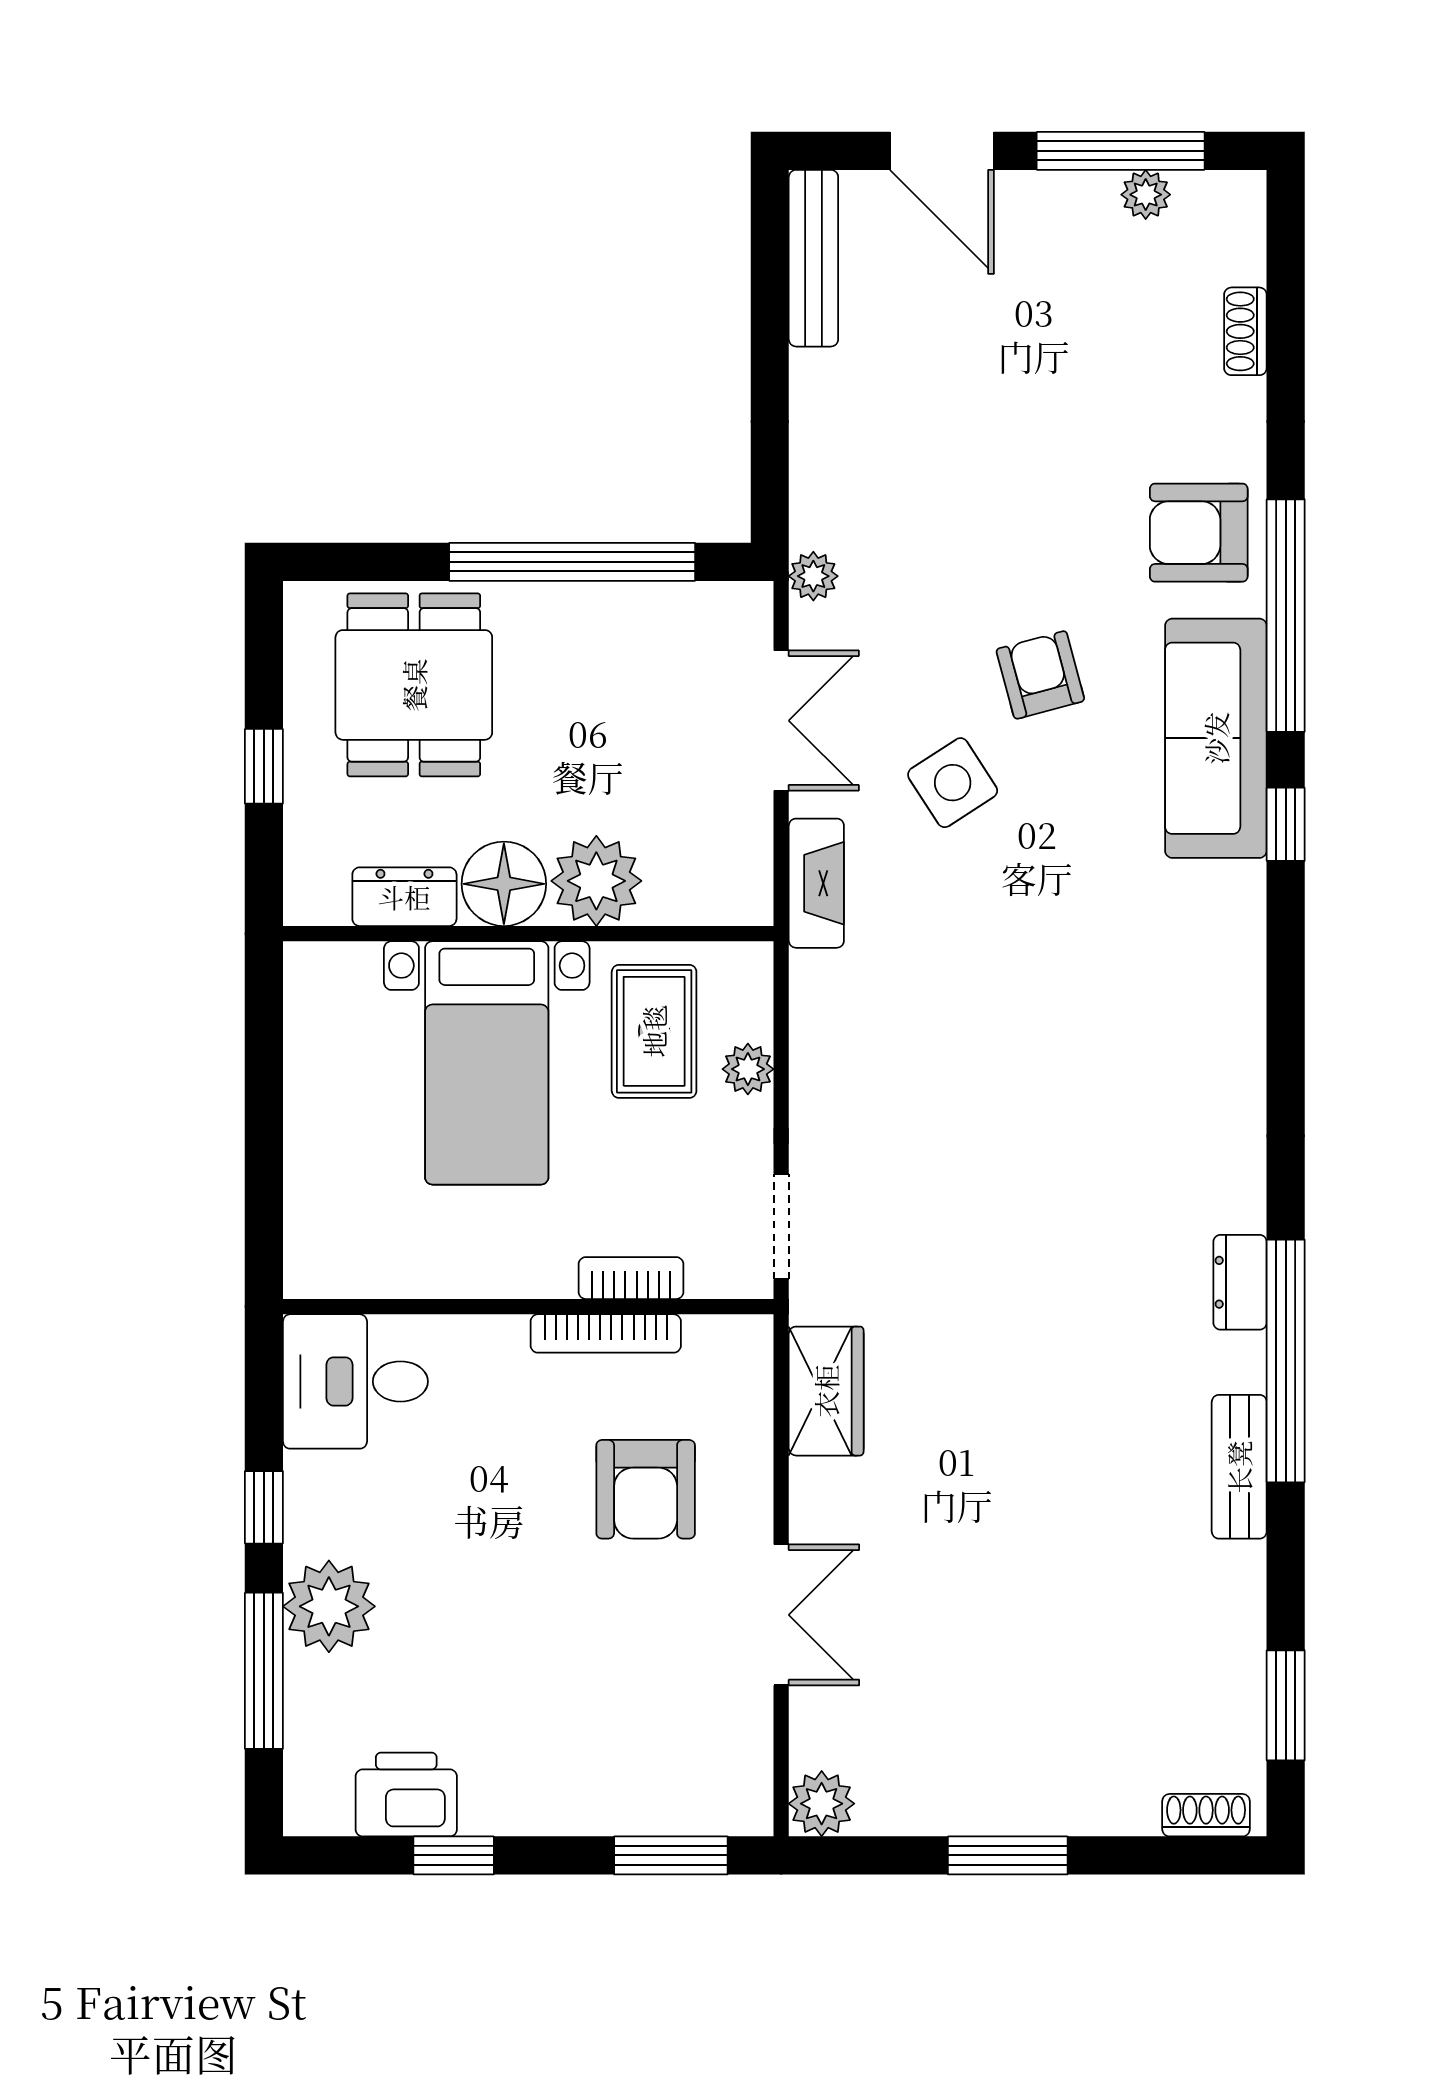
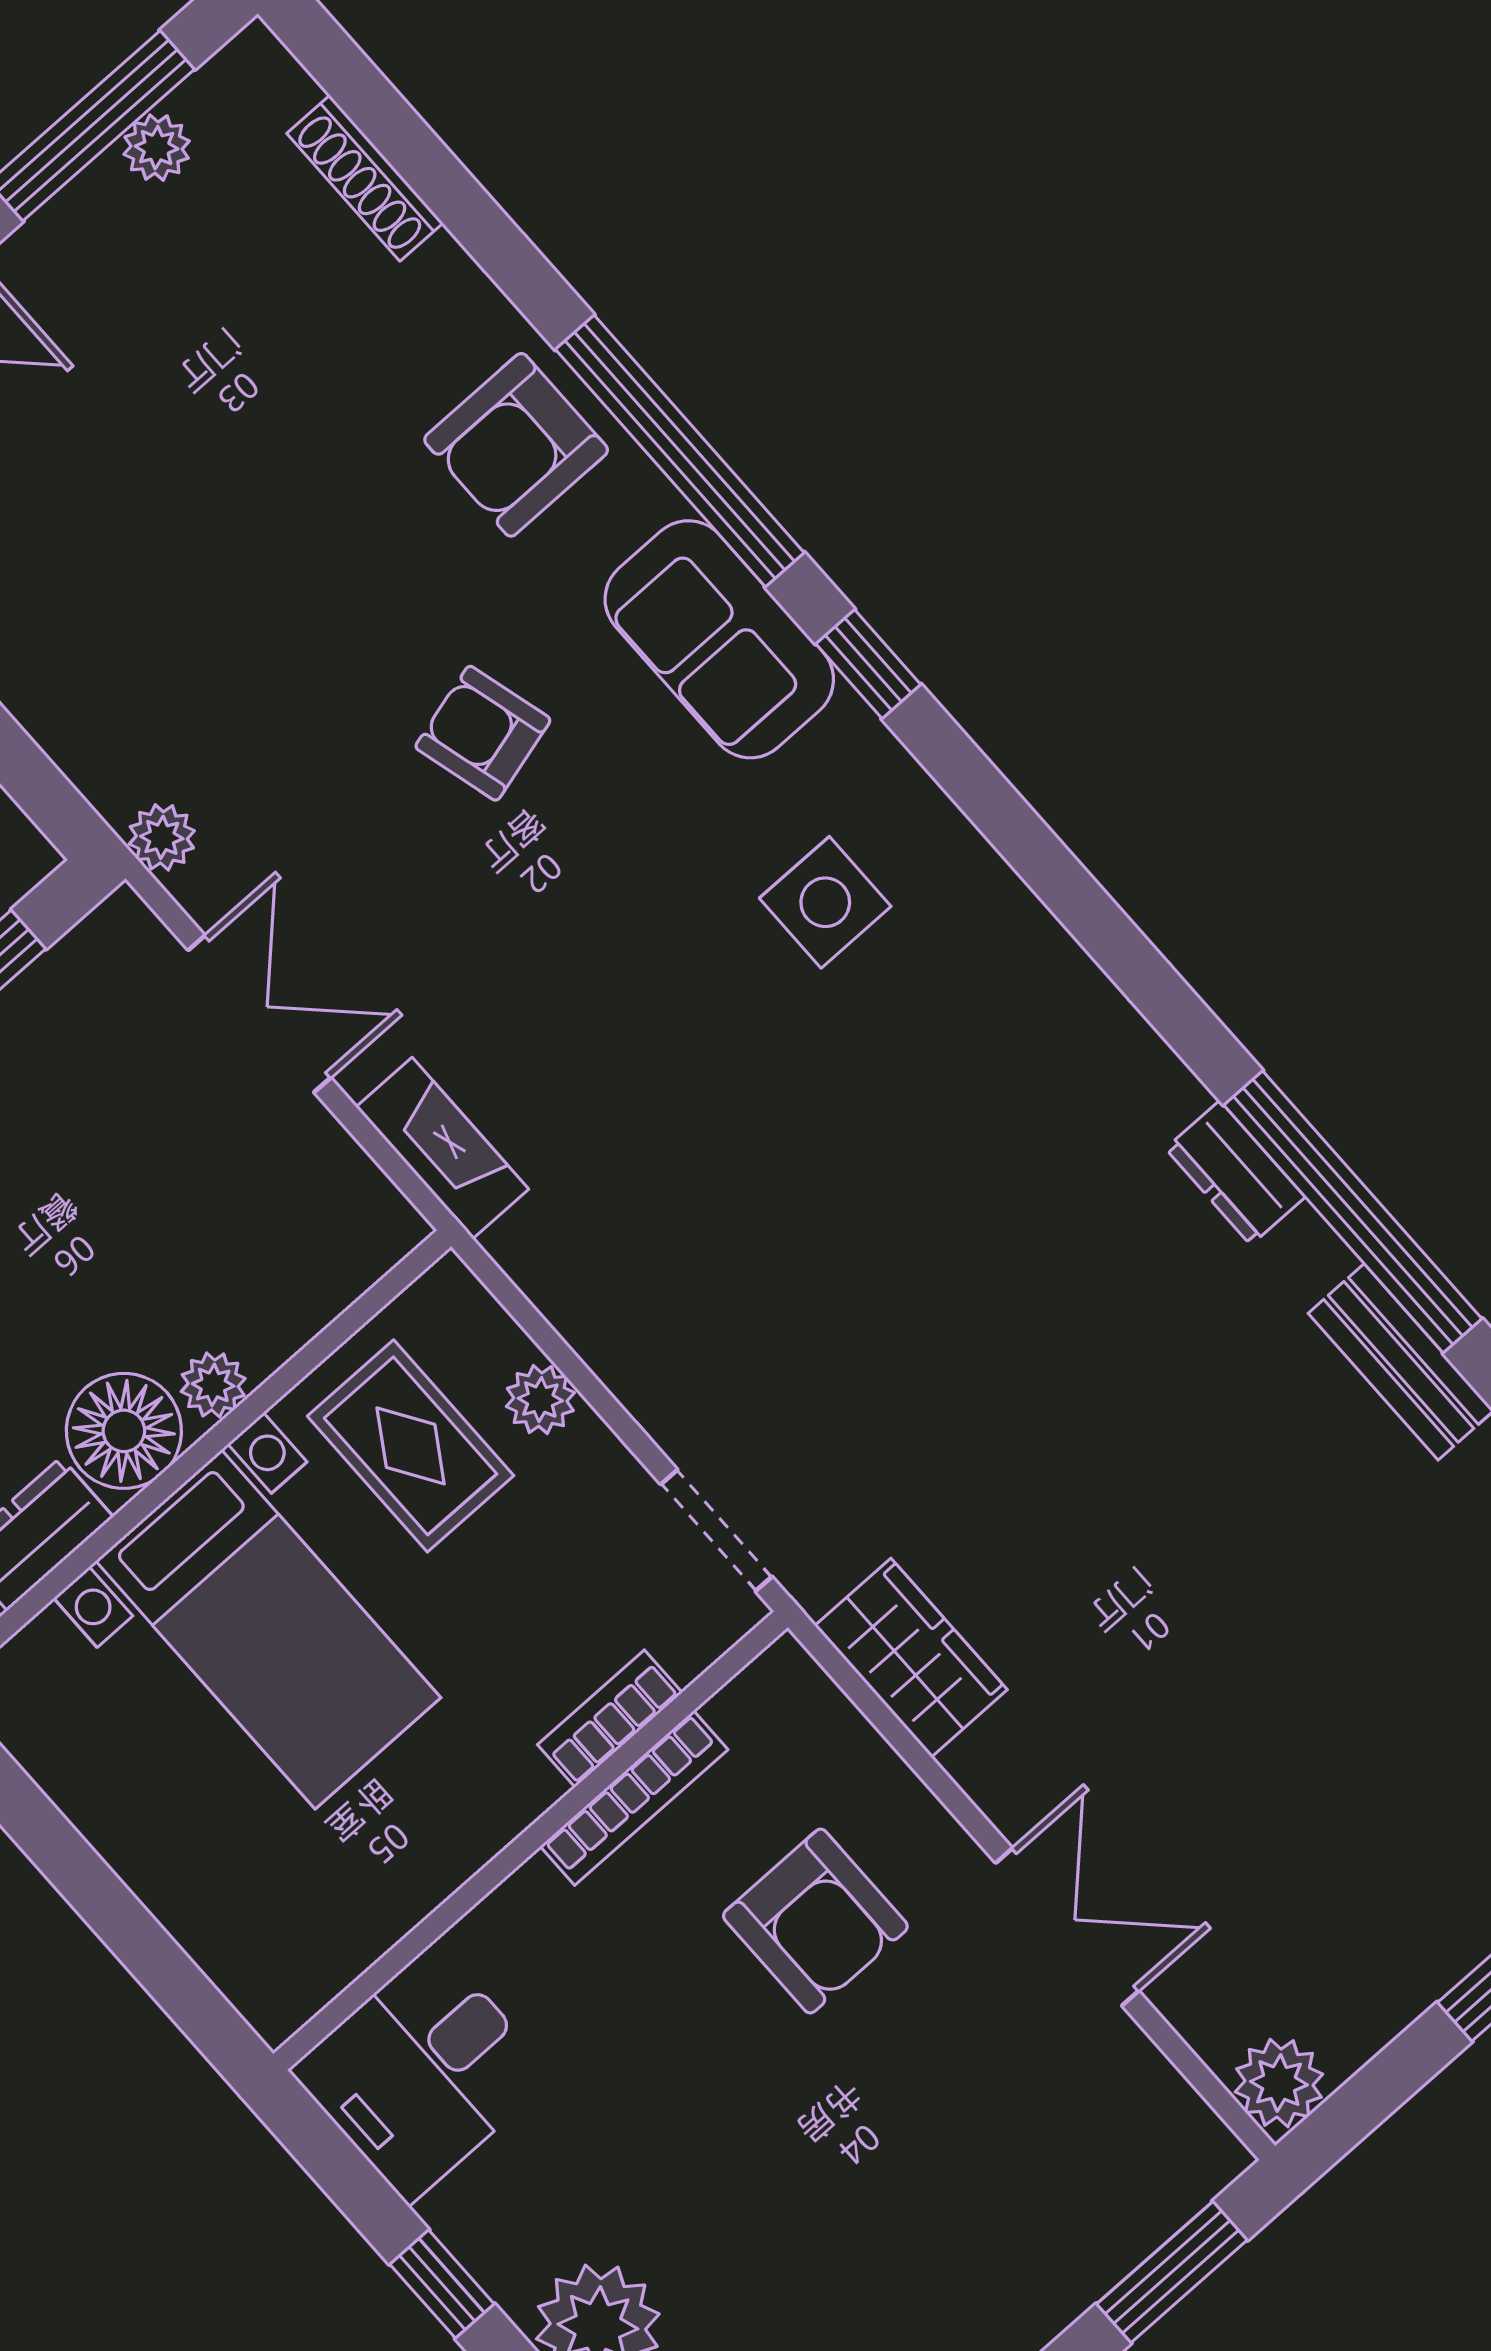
shoe rack: (1245, 331) -> (365, 178), width x1.43
sofa: (1216, 738) -> (719, 639), width x0.73
side table: (953, 783) -> (825, 902), moved, turned 33
plant: (596, 881) -> (213, 1385), width x0.53, depth x0.53

